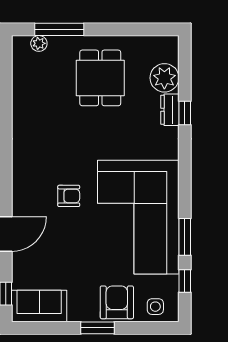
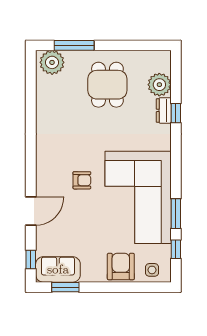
plant: (39, 43) -> (52, 62), width x1.88, depth x1.88
window: (98, 328) -> (65, 287), moved

